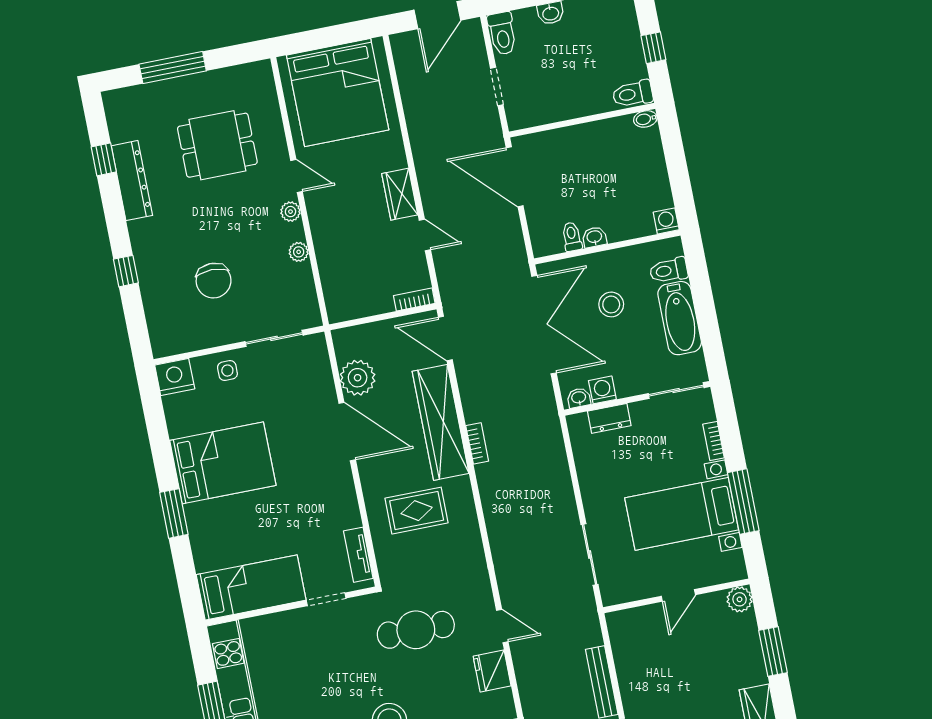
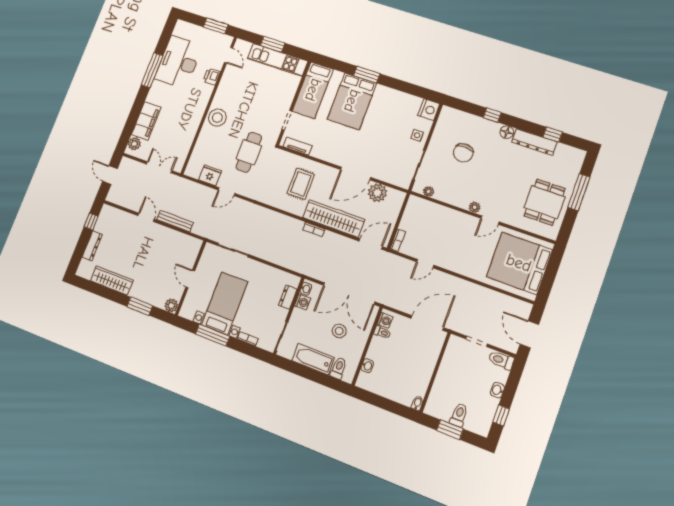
window: (653, 48) -> (450, 430), width x1.50
toilet: (633, 94) -> (459, 415), moved
dining table: (217, 145) -> (545, 202), moved
wardrobe: (400, 194) -> (452, 263), removed
washing machine: (666, 221) -> (385, 320), moved
floor lamp: (141, 232) -> (507, 132), added
washbasin: (594, 237) -> (367, 366), moved
plant: (299, 252) -> (429, 191), moved
chair: (214, 281) -> (463, 153), turned -89
bed: (223, 463) -> (352, 101), moved

